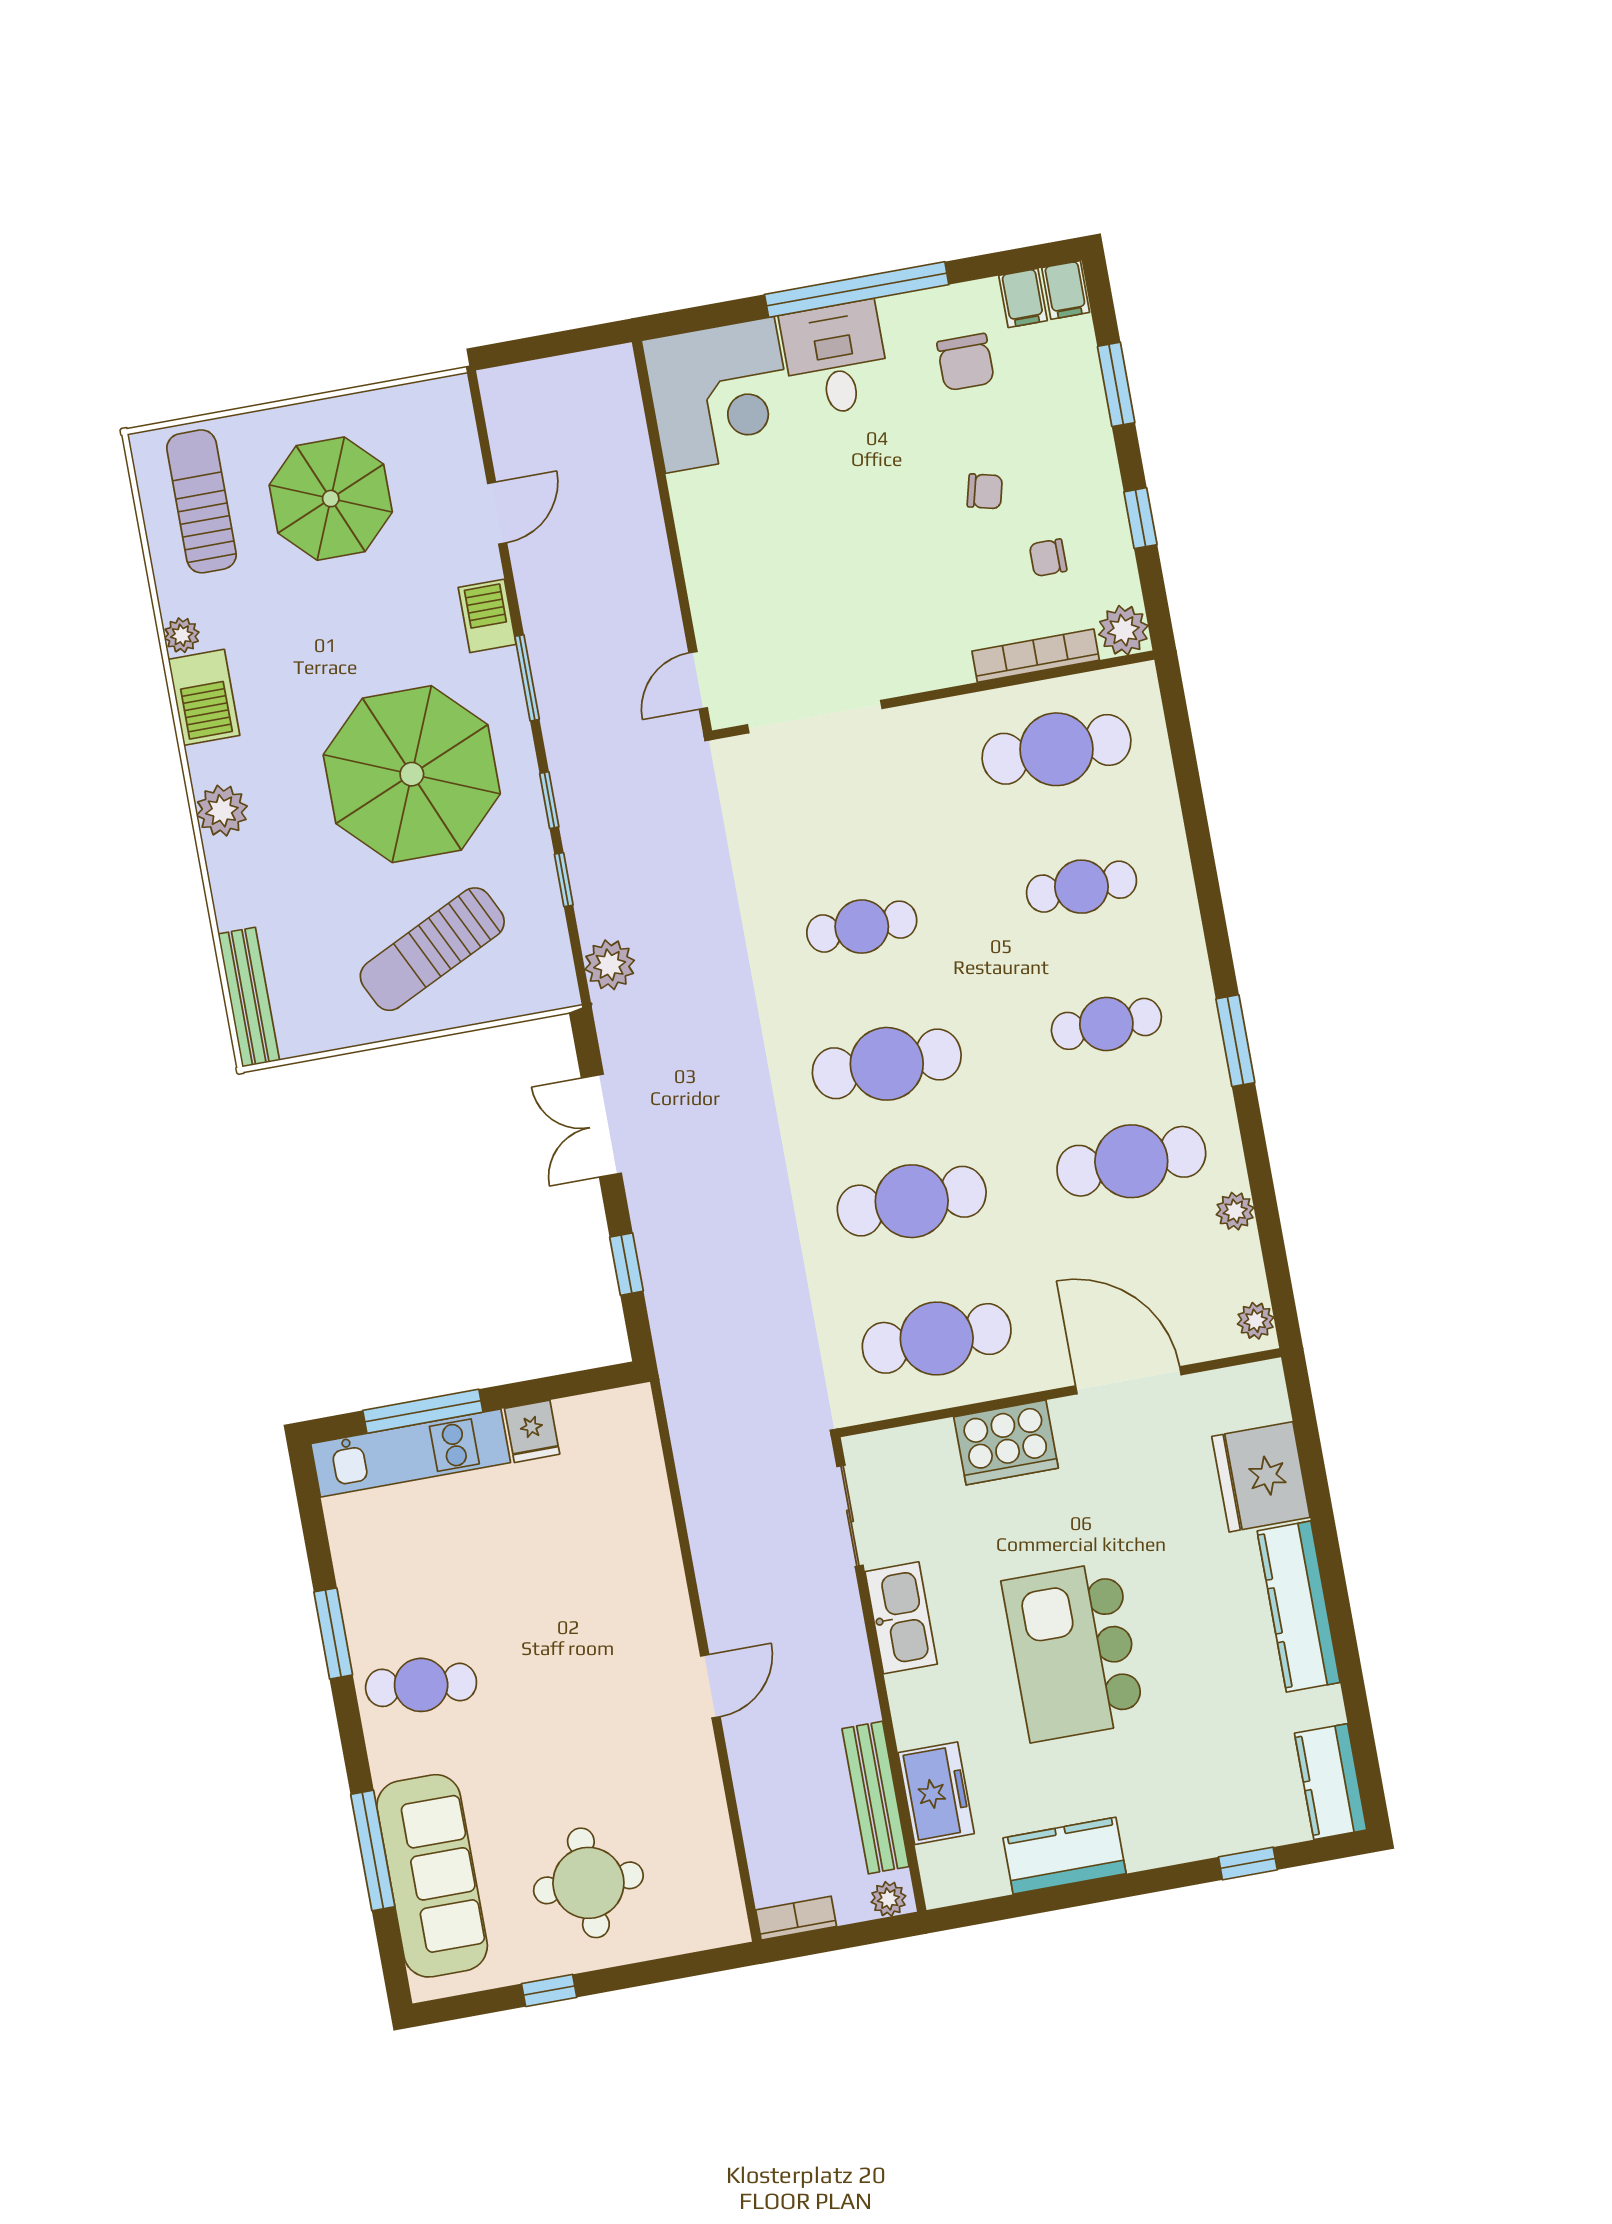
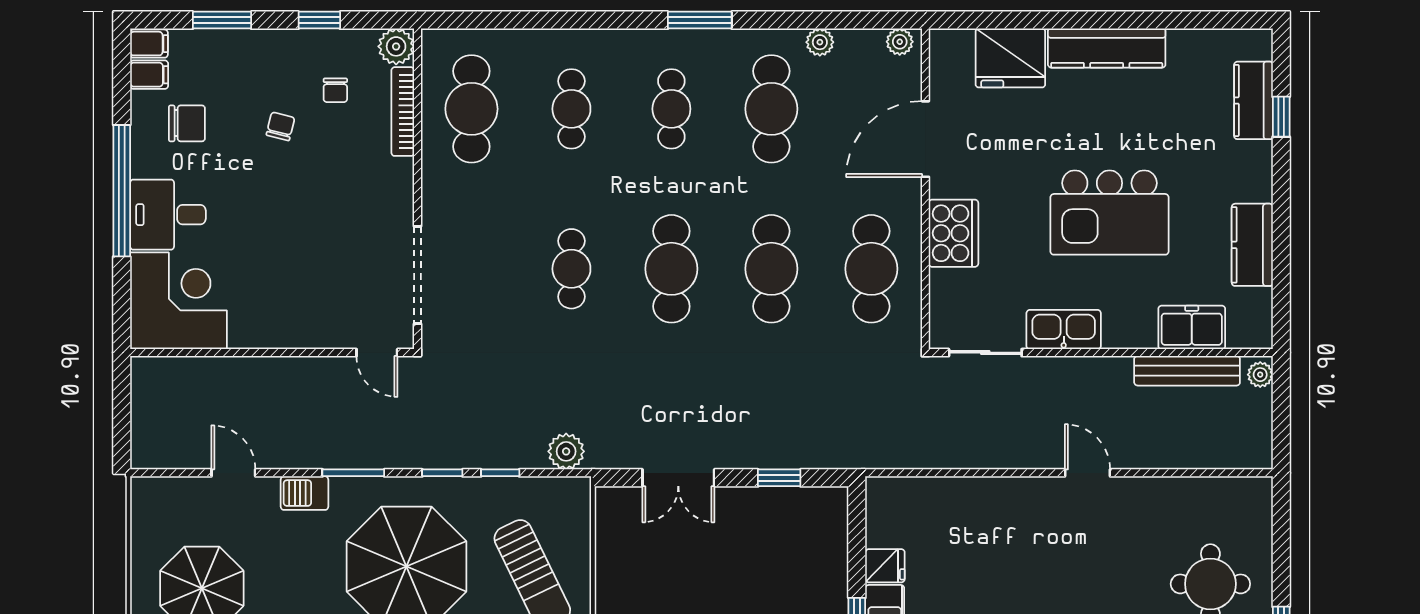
kitchen counter: (1331, 1782) -> (1253, 100), moved, turned 90
bookcase: (796, 1918) -> (1262, 442), removed

